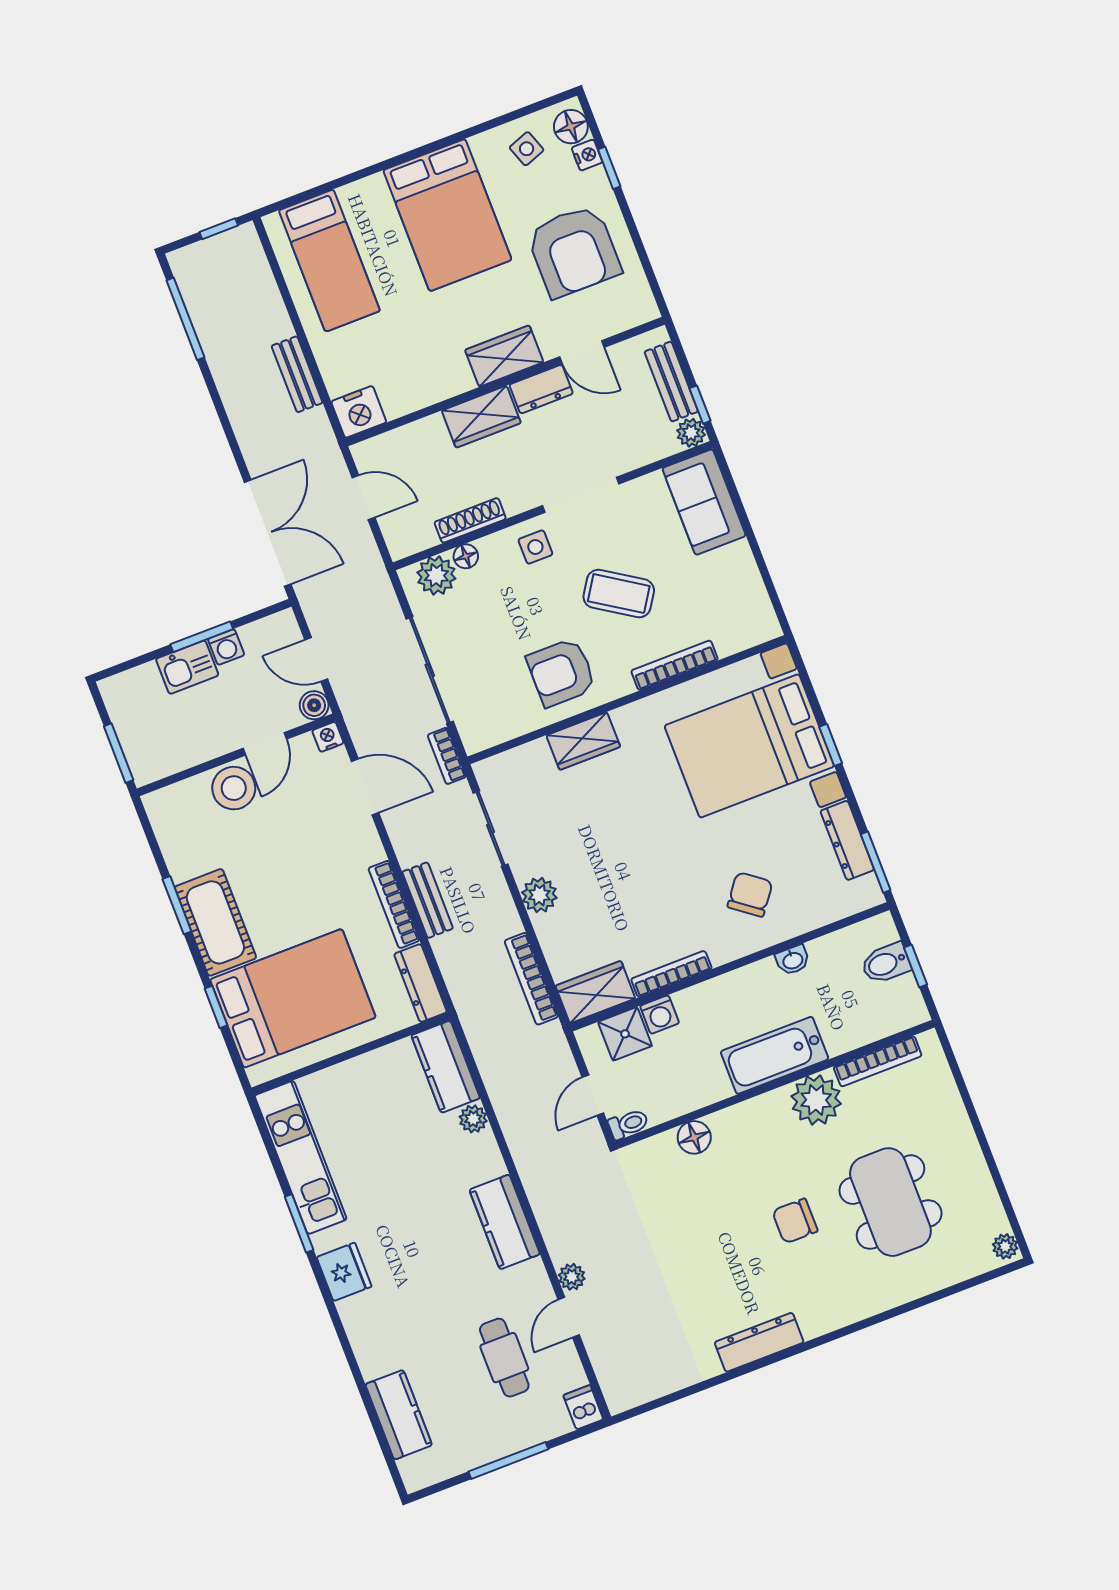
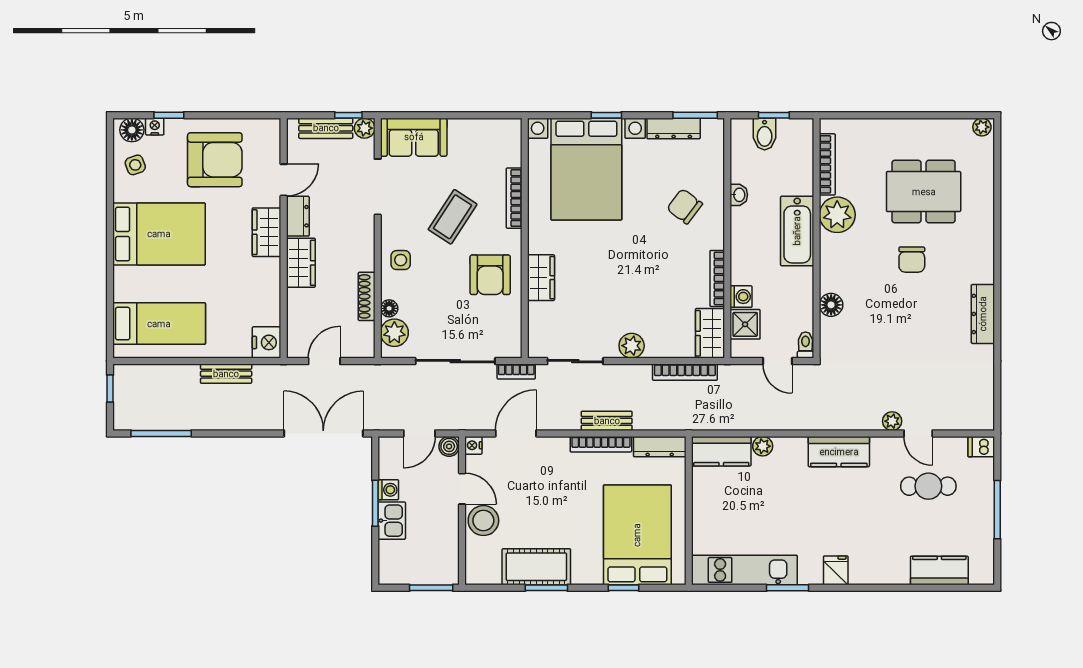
doorway: (581, 495) -> (378, 187), moved
cot: (215, 922) -> (536, 567), moved
fridge: (344, 1272) -> (836, 570), width x0.72

